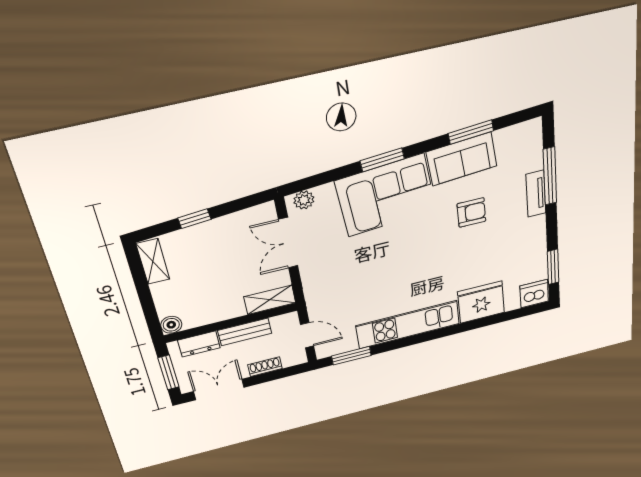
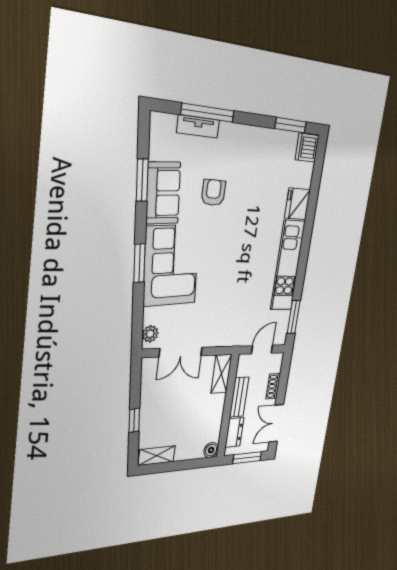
tv unit: (536, 194) -> (198, 126), moved
fridge: (481, 302) -> (297, 204), width x0.73, depth x0.75

